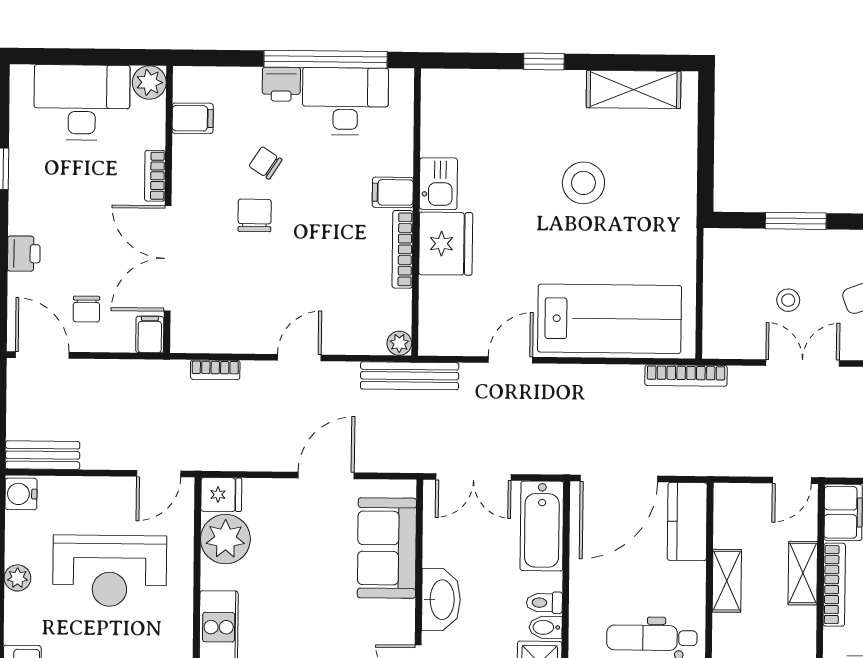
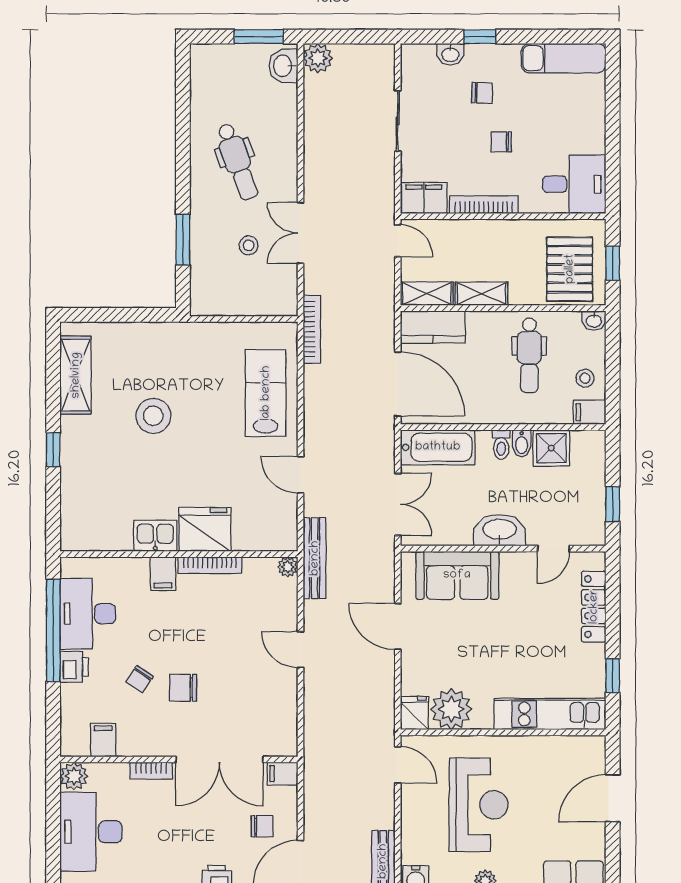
lab bench: (610, 319) -> (266, 393), width x0.73, depth x0.72
bookcase: (215, 370) -> (311, 719), removed
shelving: (803, 573) -> (427, 294), moved

